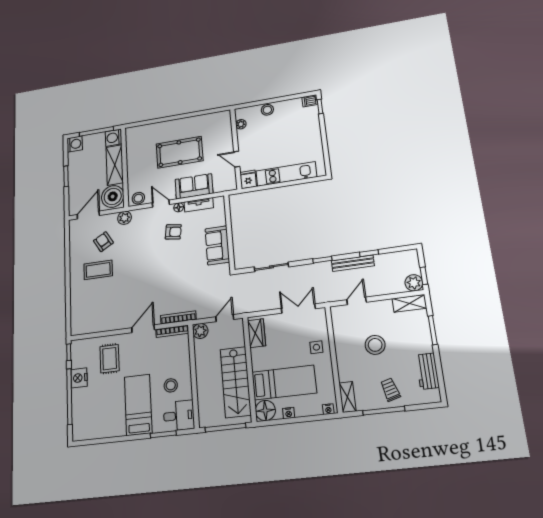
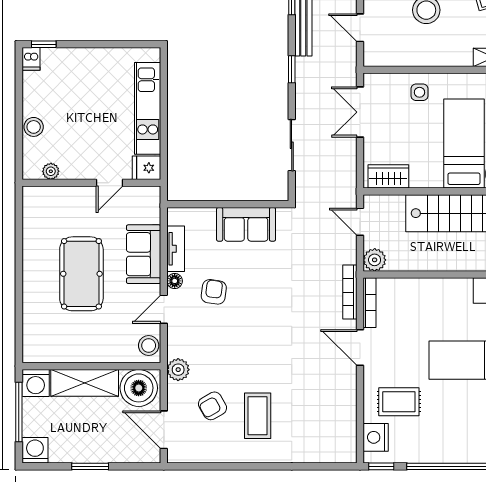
nightstand: (79, 378) -> (376, 437), moved, turned 90
stool: (171, 385) -> (449, 310), removed

